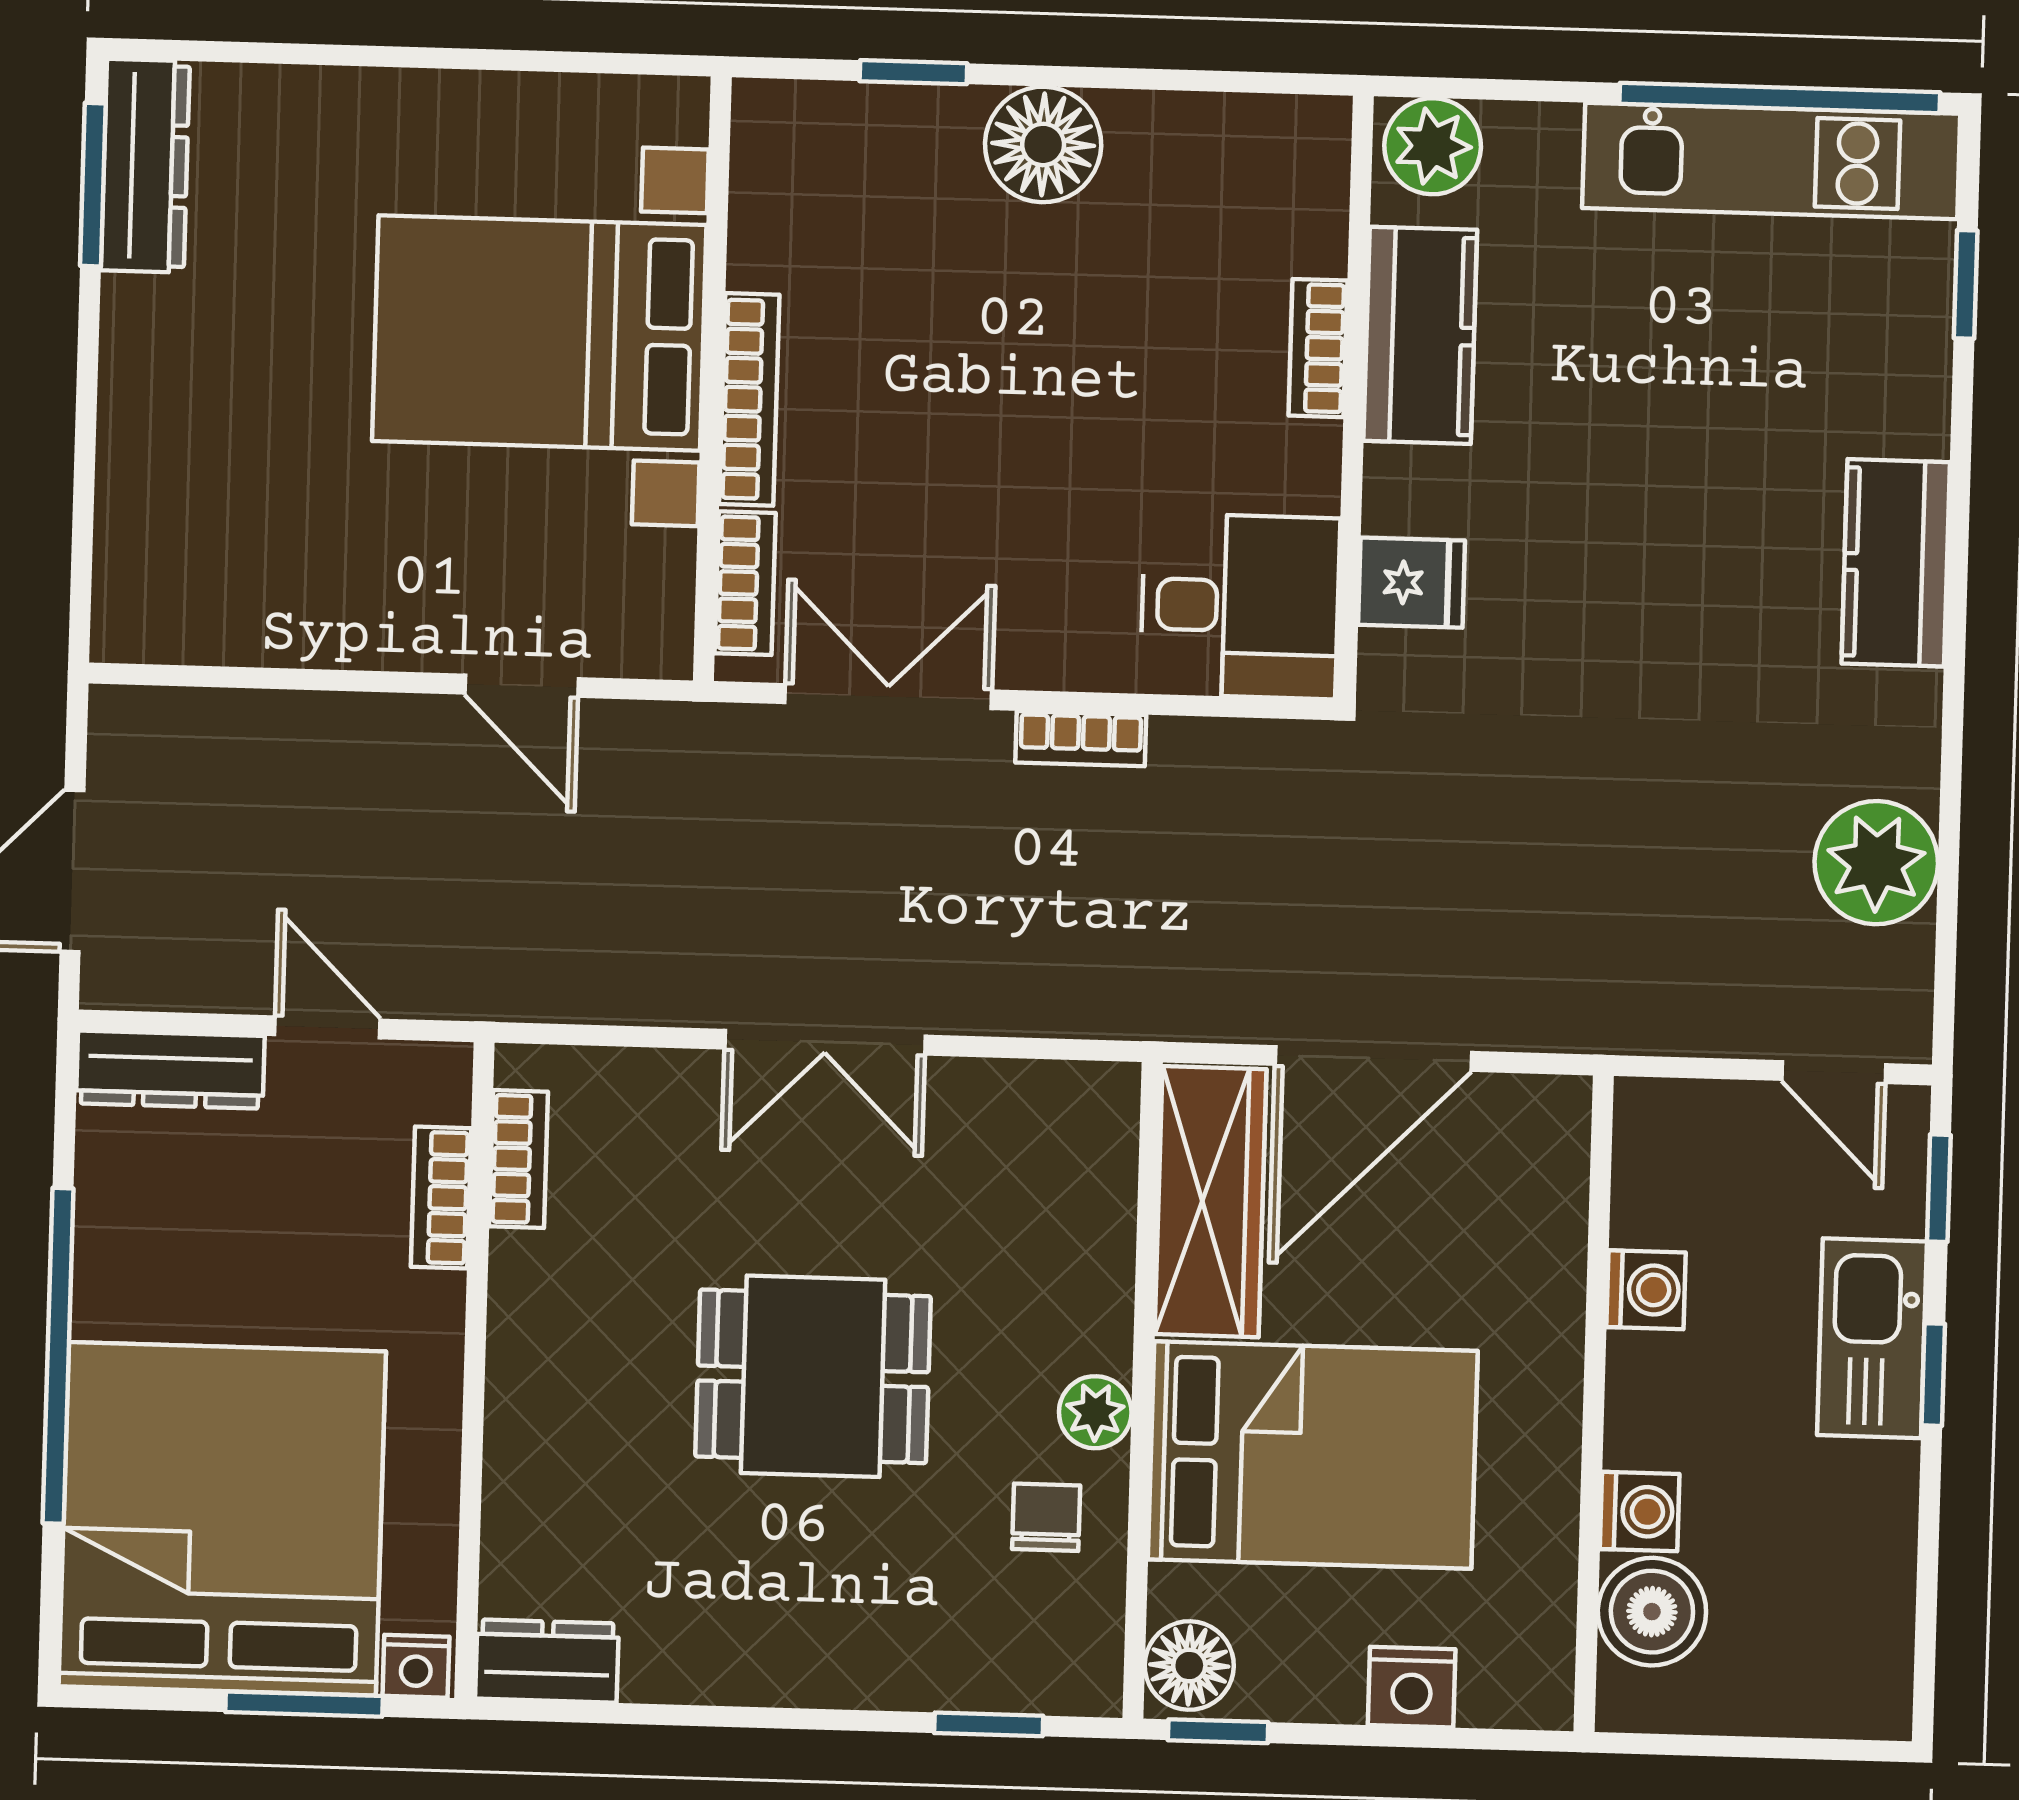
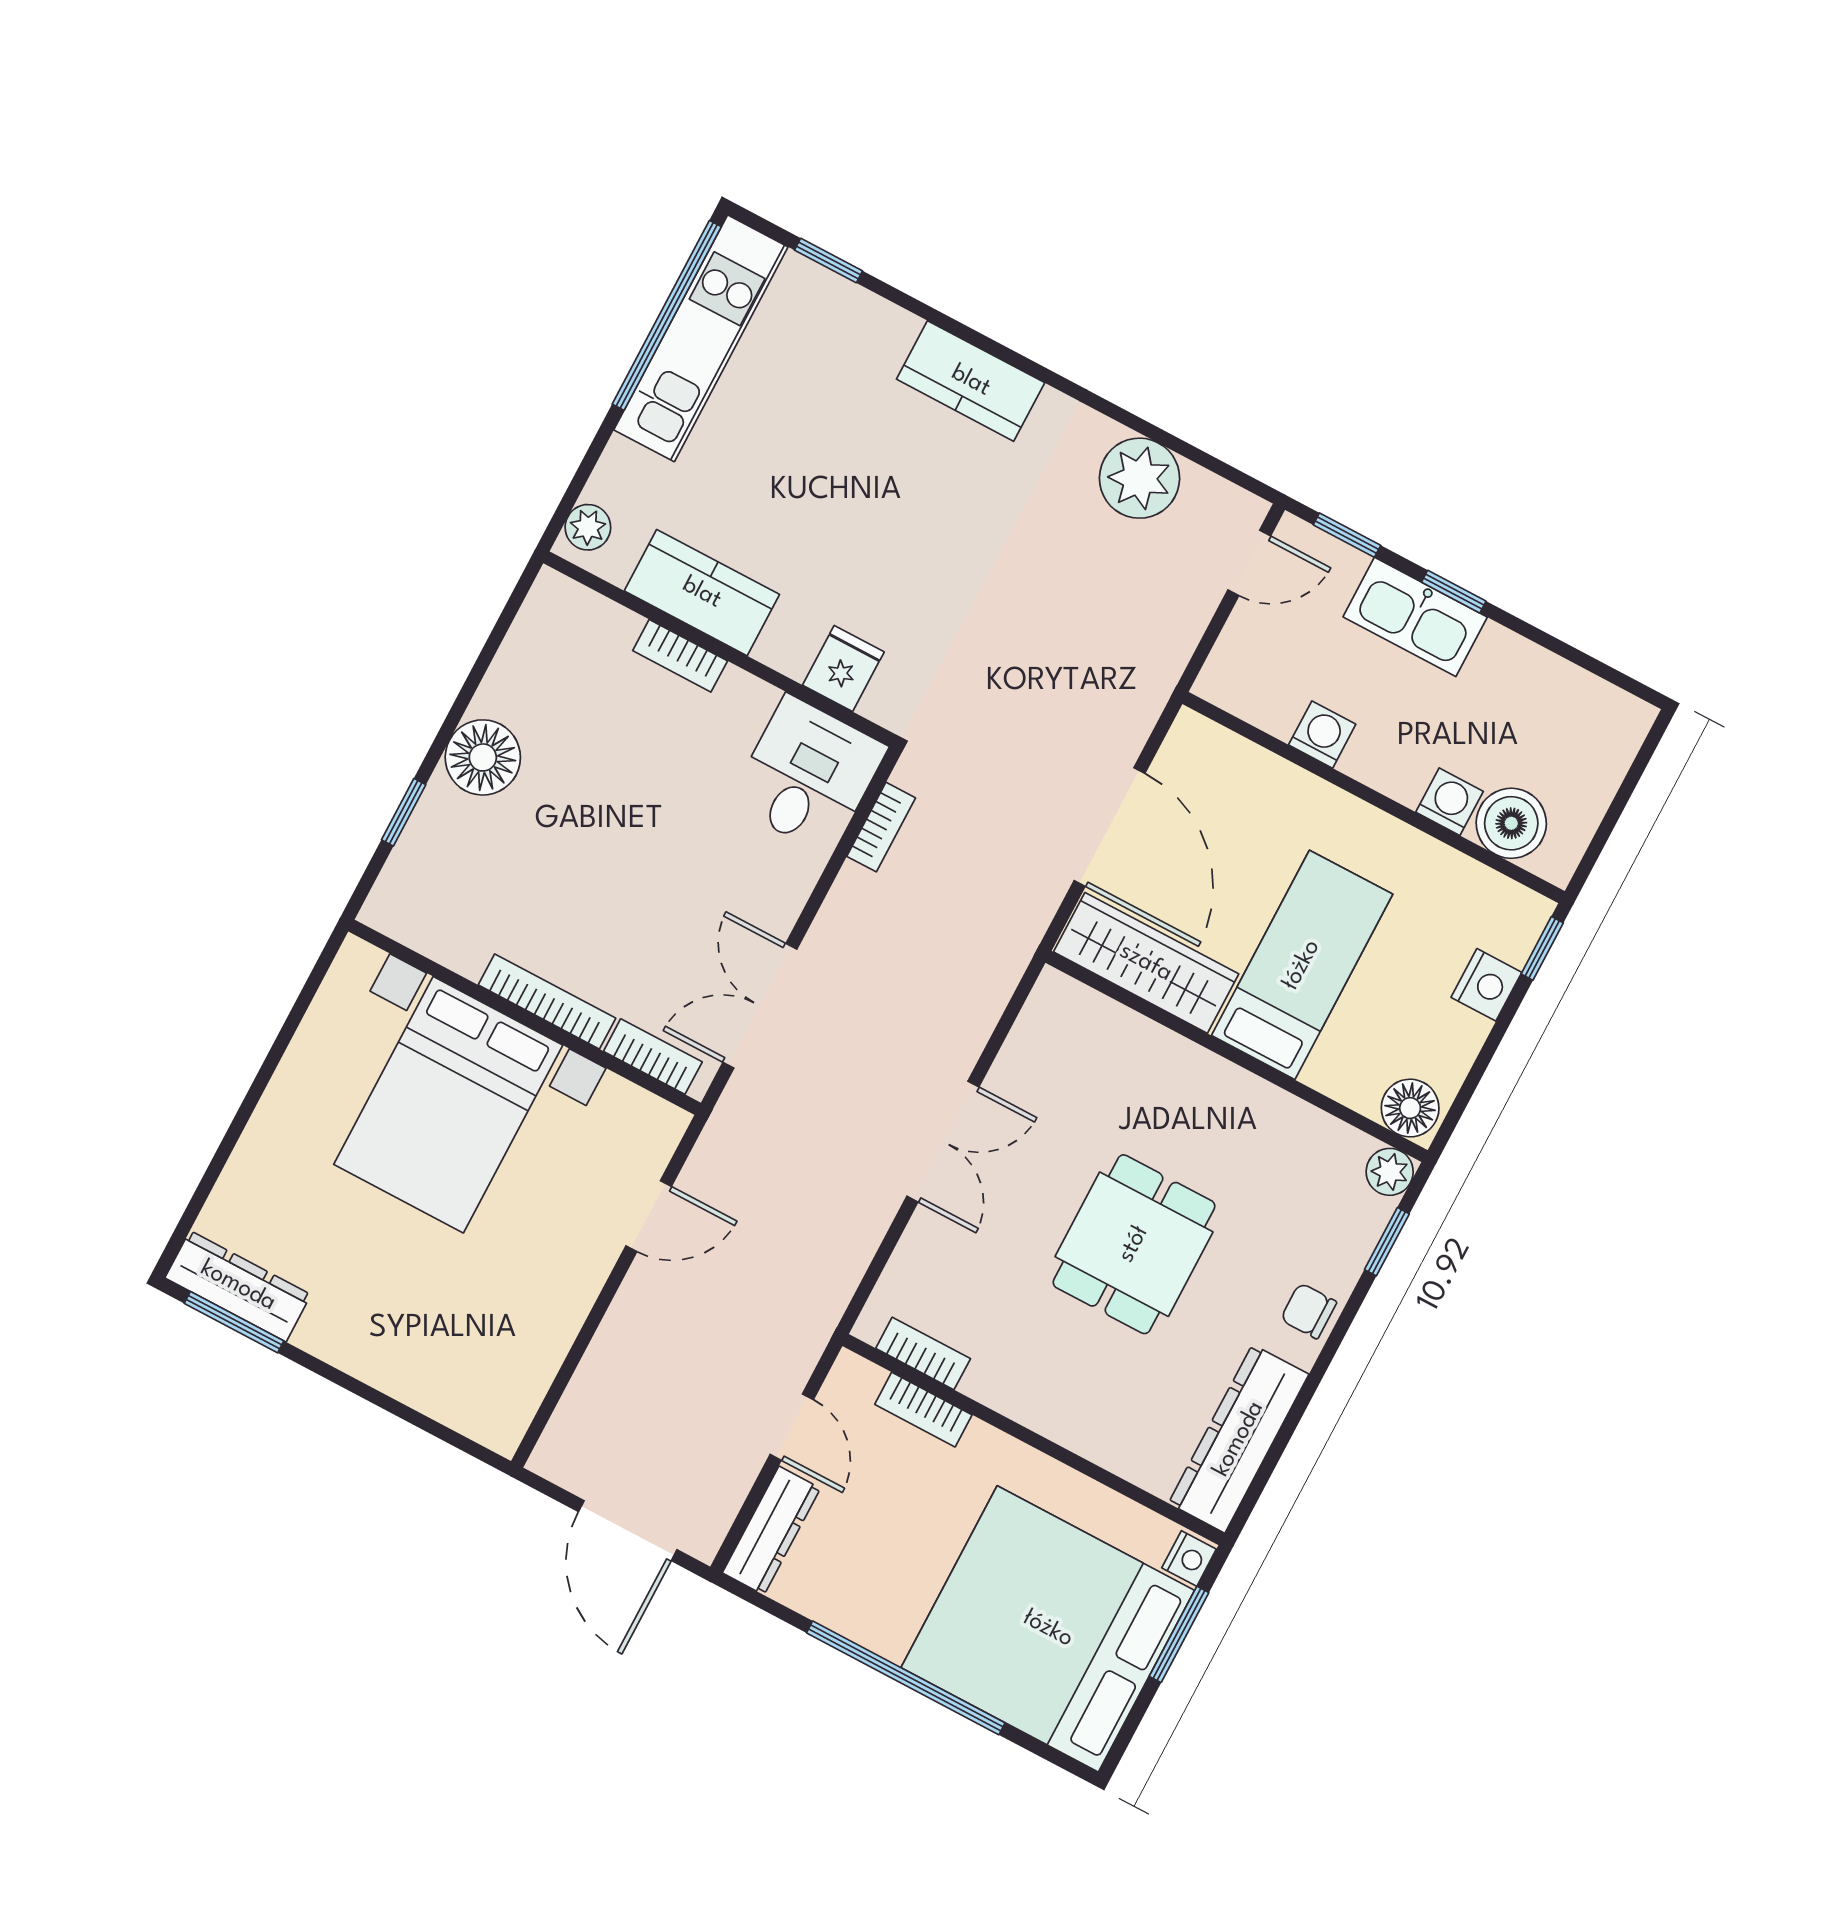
plant: (1433, 146) -> (588, 527), width x0.73, depth x0.73
bookcase: (1081, 739) -> (881, 827), moved
door: (327, 1027) -> (792, 1427), swing flipped
plant: (1095, 1412) -> (1390, 1172), moved
bed: (1313, 1455) -> (1302, 965), width x0.67
chair: (1046, 1517) -> (1309, 1311), moved
dresser: (547, 1661) -> (1239, 1439), width x1.96, depth x1.24
window: (1218, 1731) -> (1542, 948), moved

